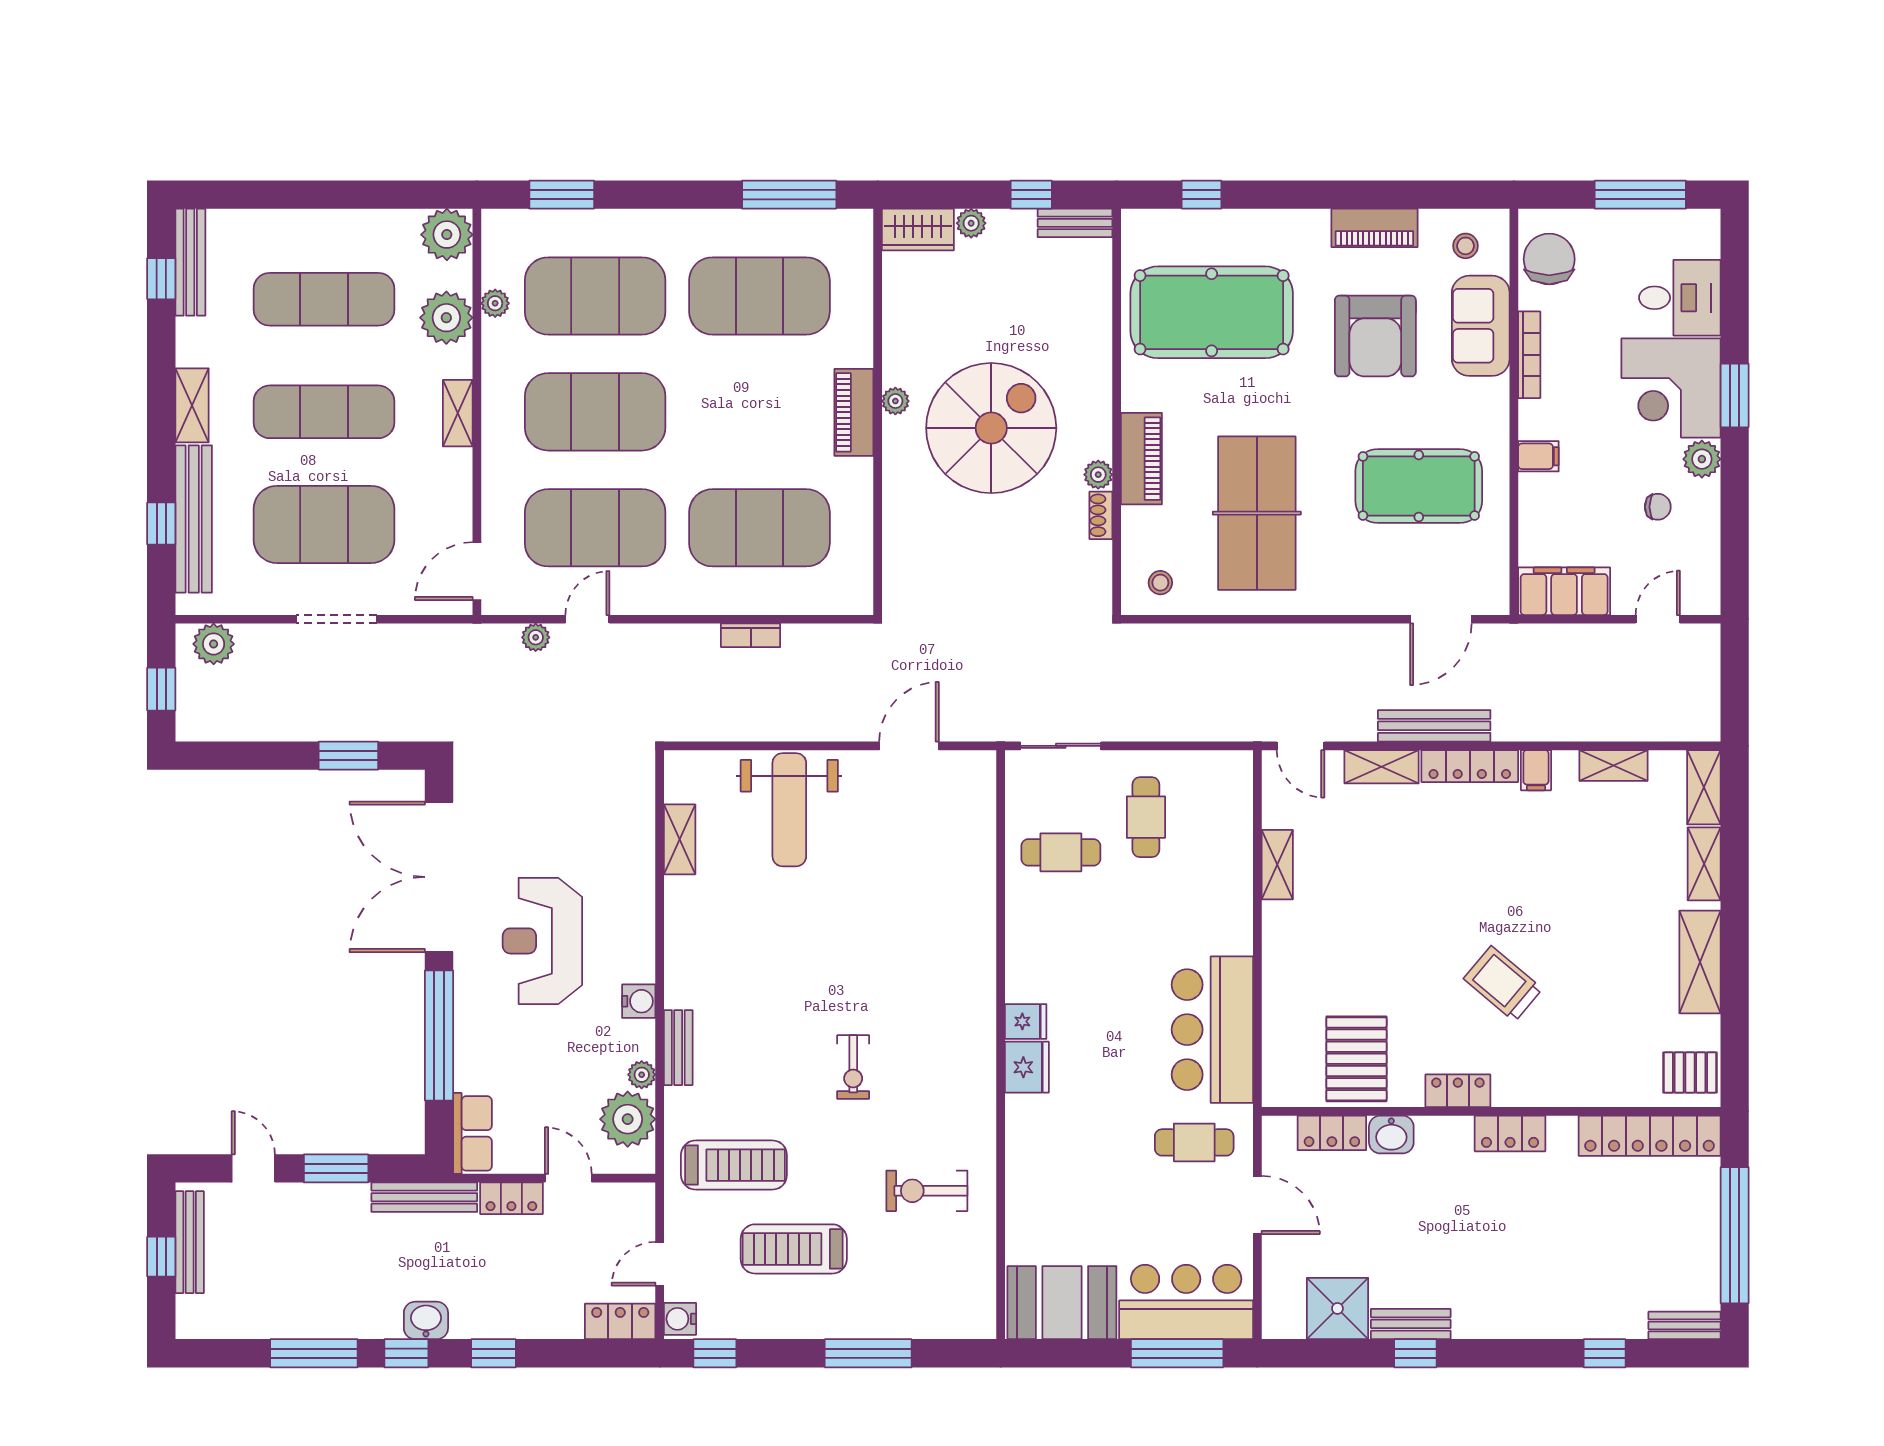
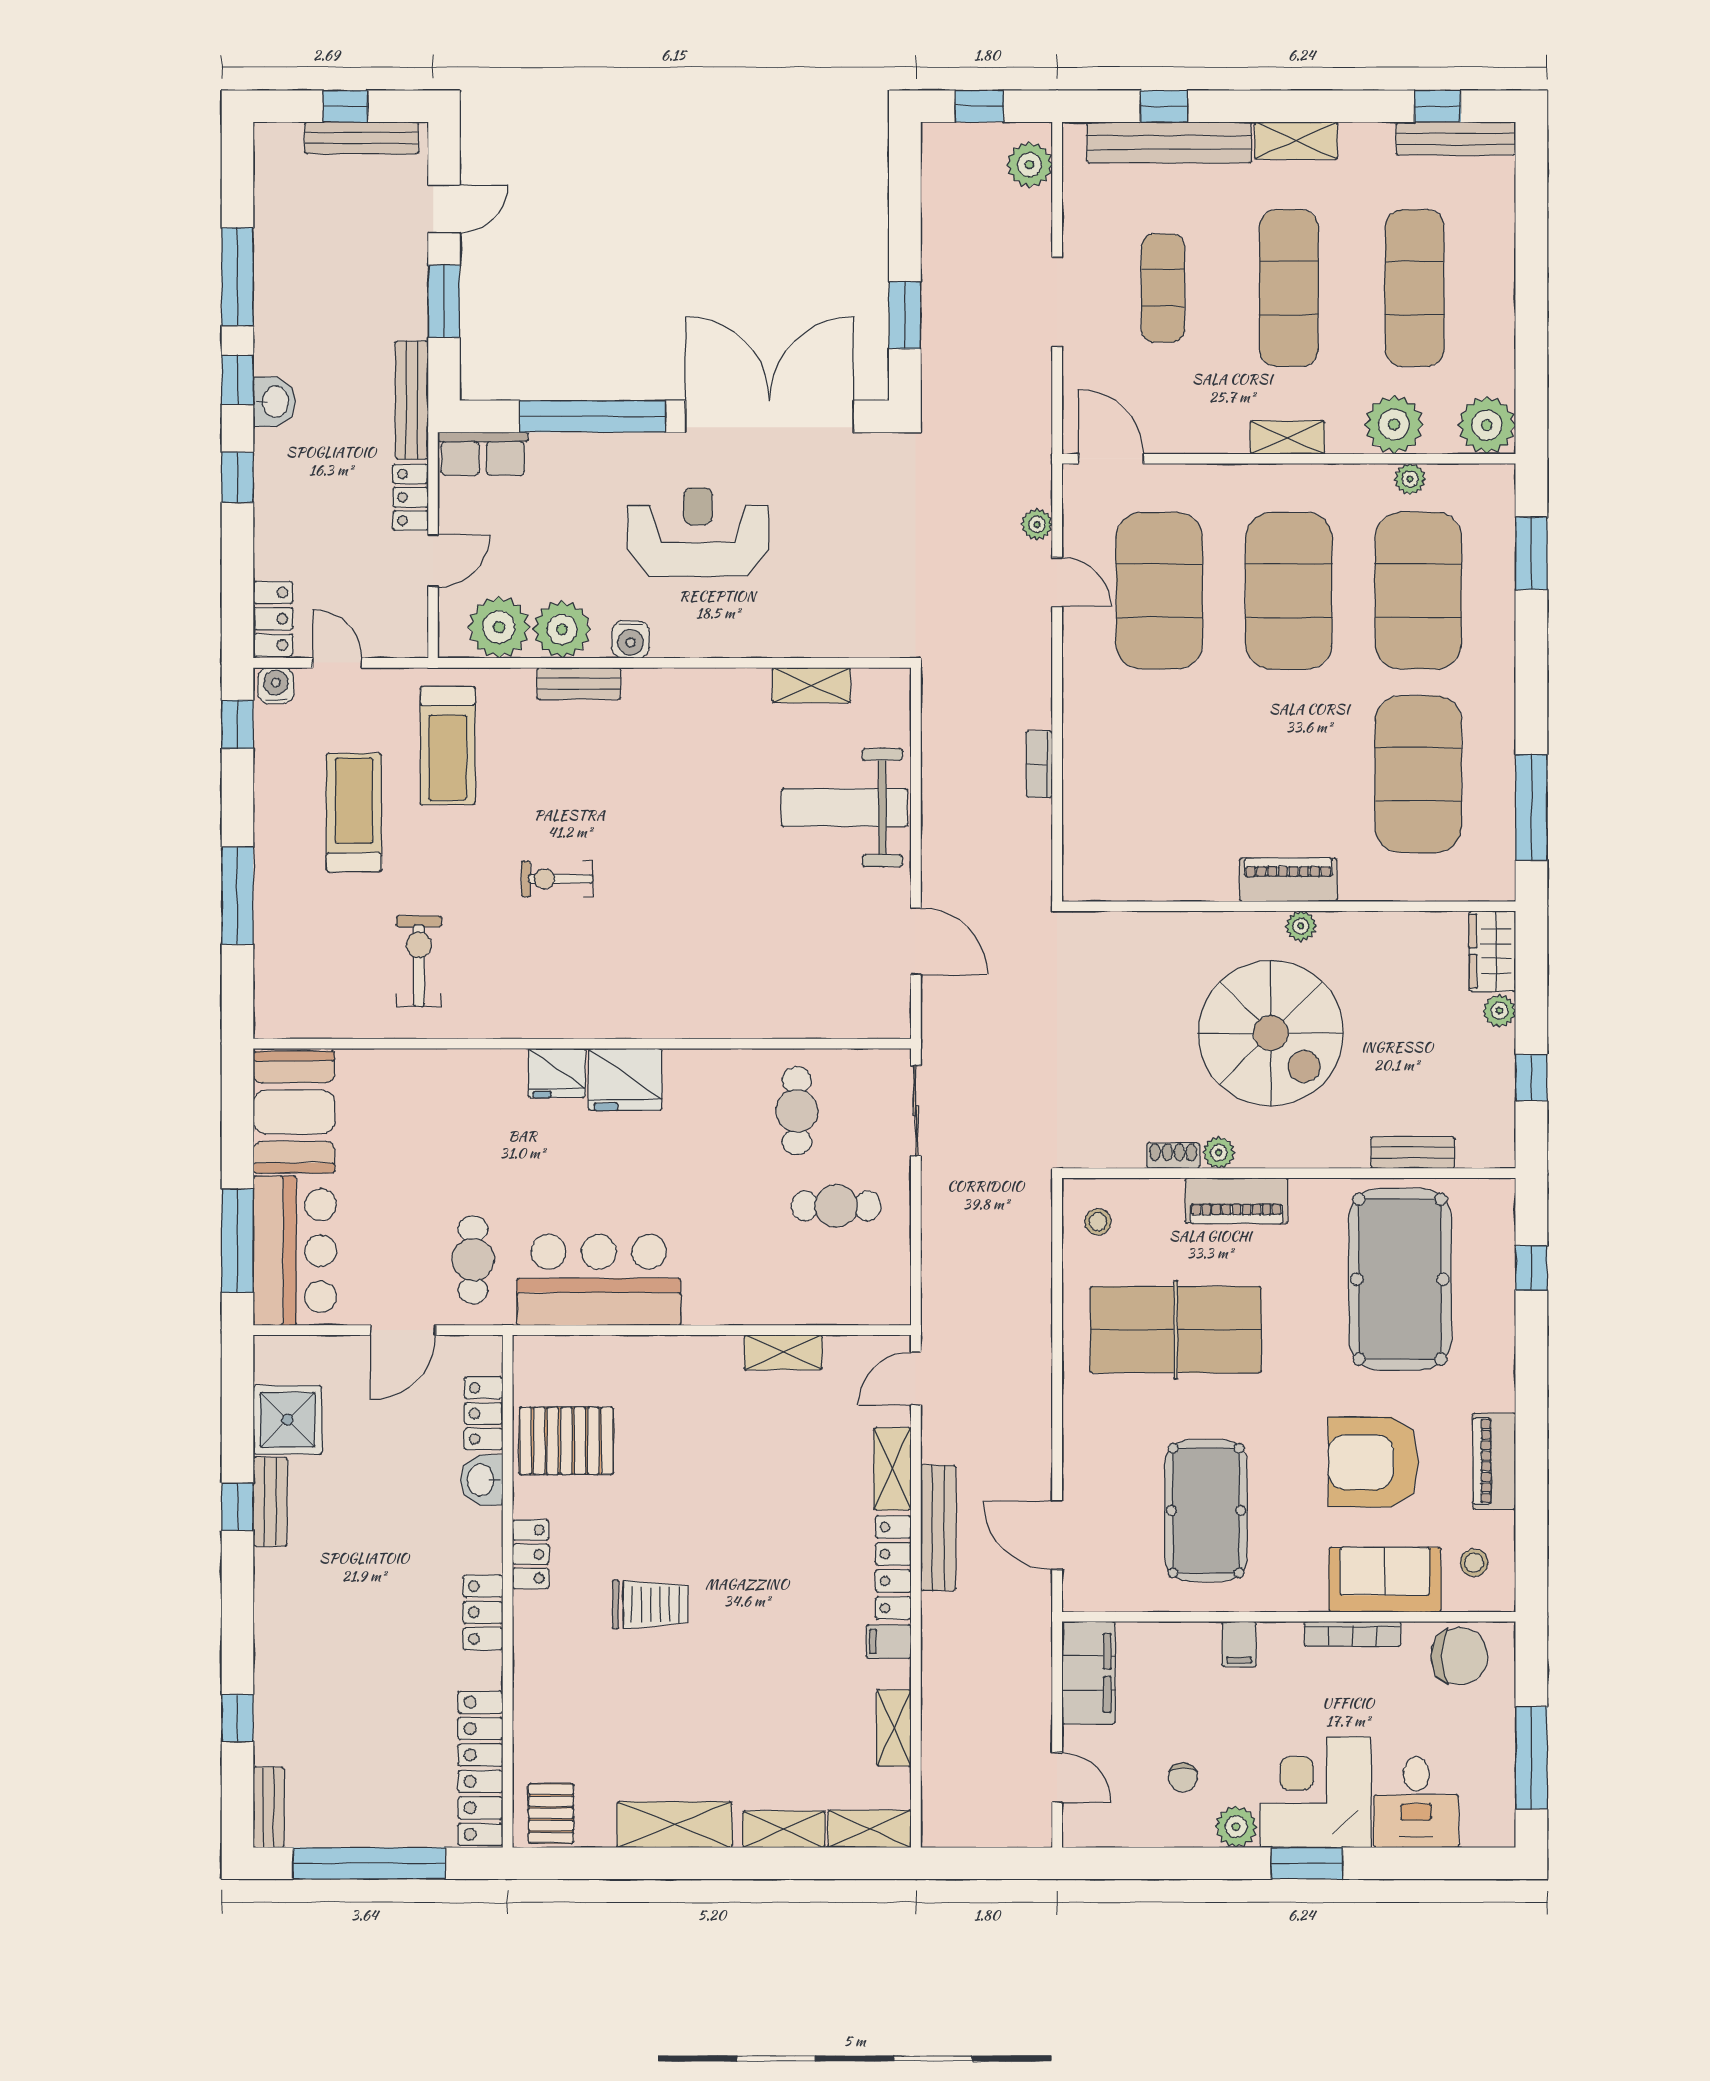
bench: (1075, 223) -> (1413, 1153), moved, turned 90
exercise mat: (324, 524) -> (1163, 288), width x0.50, depth x0.69
exercise mat: (759, 528) -> (1159, 774), removed
trolley: (1503, 984) -> (650, 1604), turned 50
fridge: (1026, 1021) -> (625, 1079), width x1.88, depth x1.34
plant: (642, 1075) -> (562, 629), width x1.88, depth x1.88

